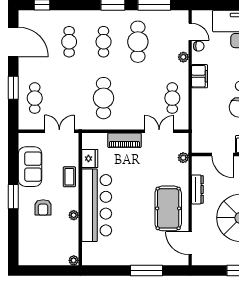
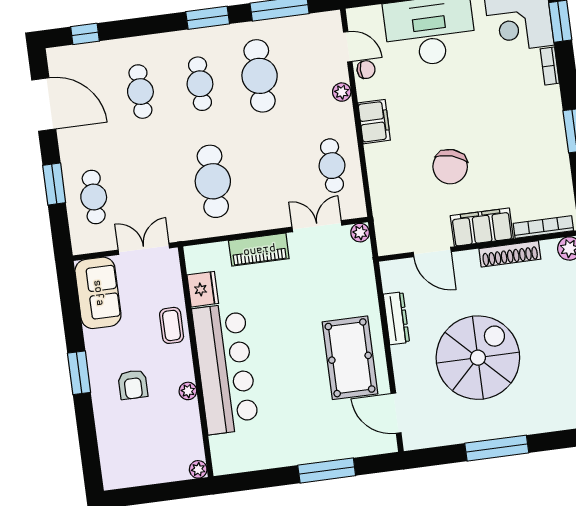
plant: (183, 158) -> (360, 233), moved
sofa: (30, 167) -> (98, 293), moved

